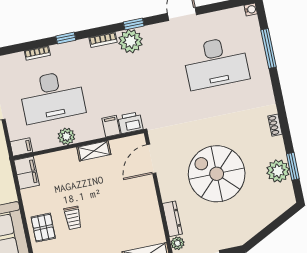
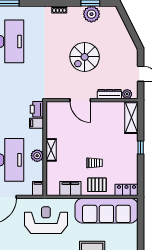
shelving: (94, 151) -> (51, 150), moved
door: (151, 159) -> (80, 100), moved
filing cabinet: (27, 173) -> (70, 188), moved
spiral stairs: (217, 174) -> (85, 57), width x0.73, depth x0.73

